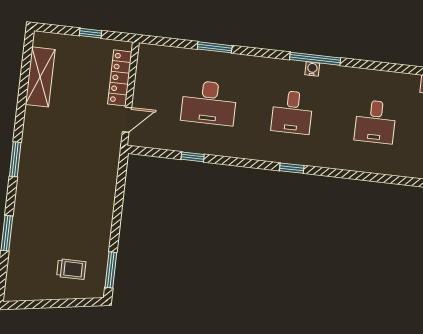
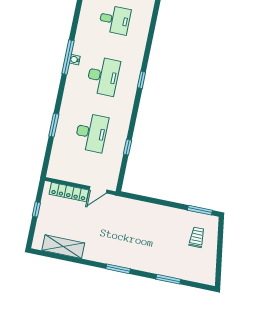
desk: (292, 112) -> (103, 76), width x1.37
door: (127, 120) -> (98, 190), swing flipped

